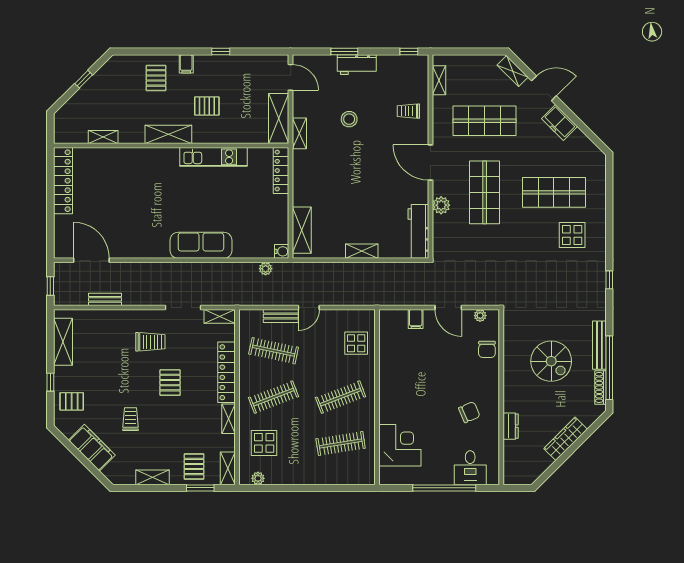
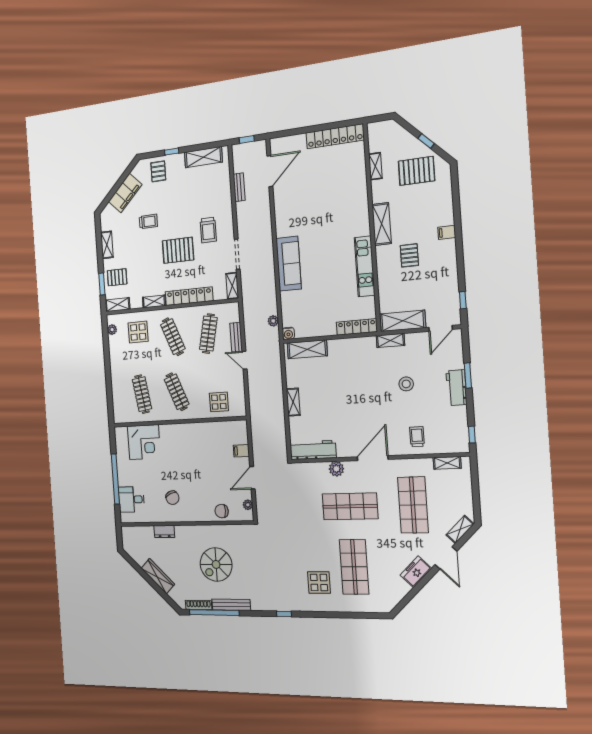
window: (221, 52) -> (463, 300), moved
pallet: (156, 78) -> (417, 171), moved, width x1.50, depth x1.42
pallet: (170, 383) -> (178, 250), width x1.50, depth x1.42

